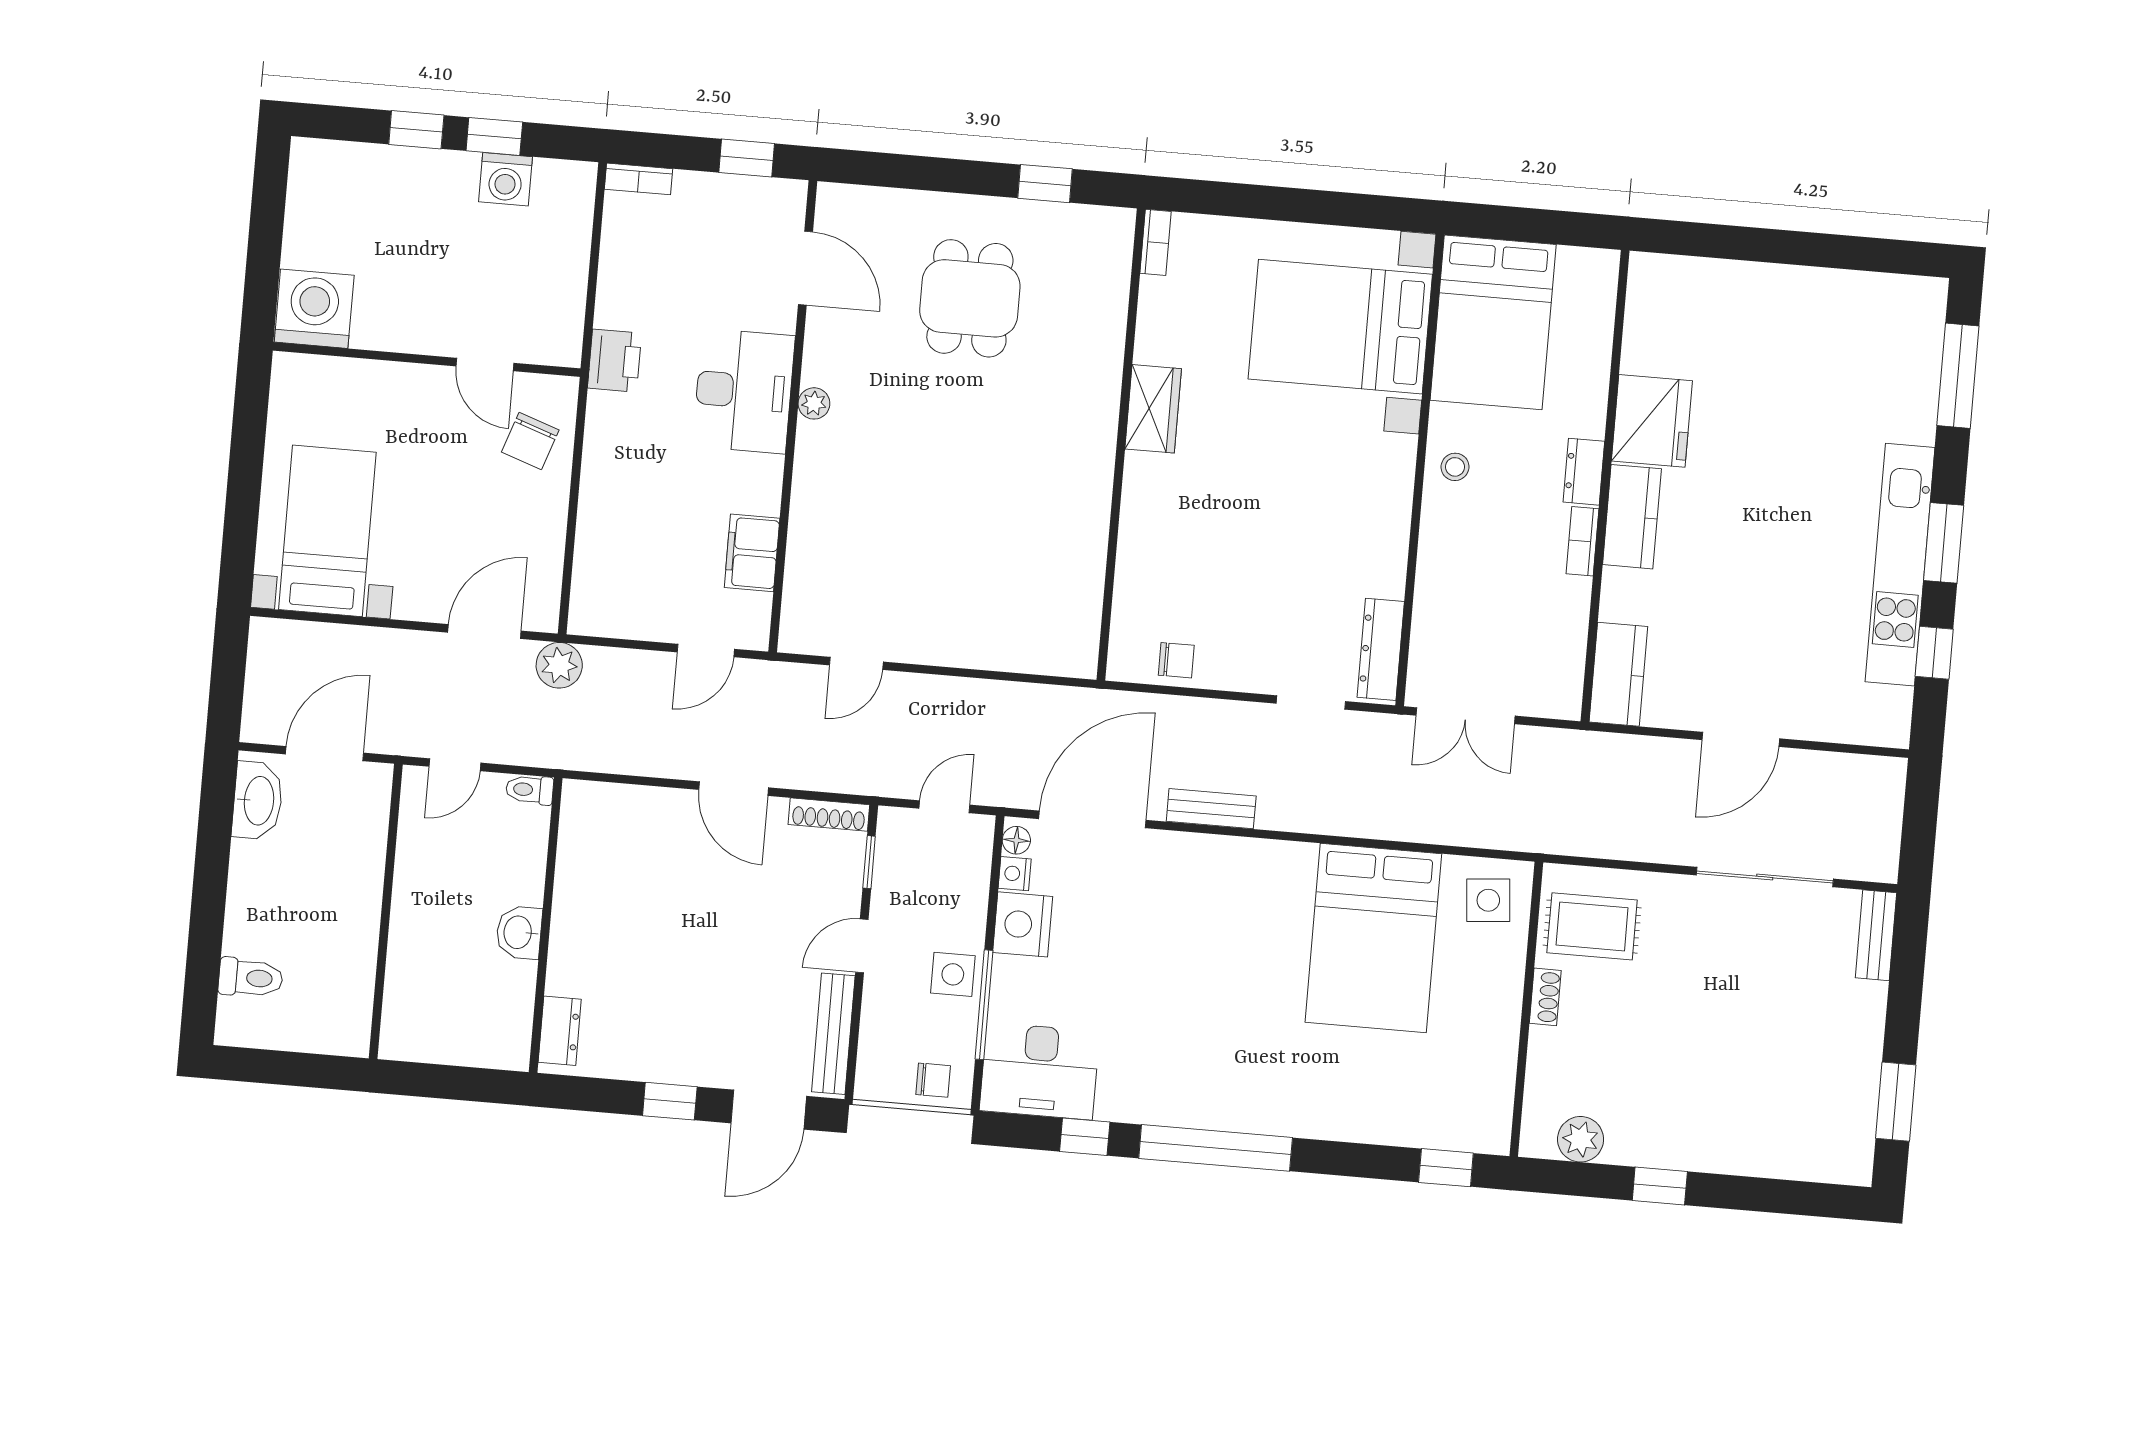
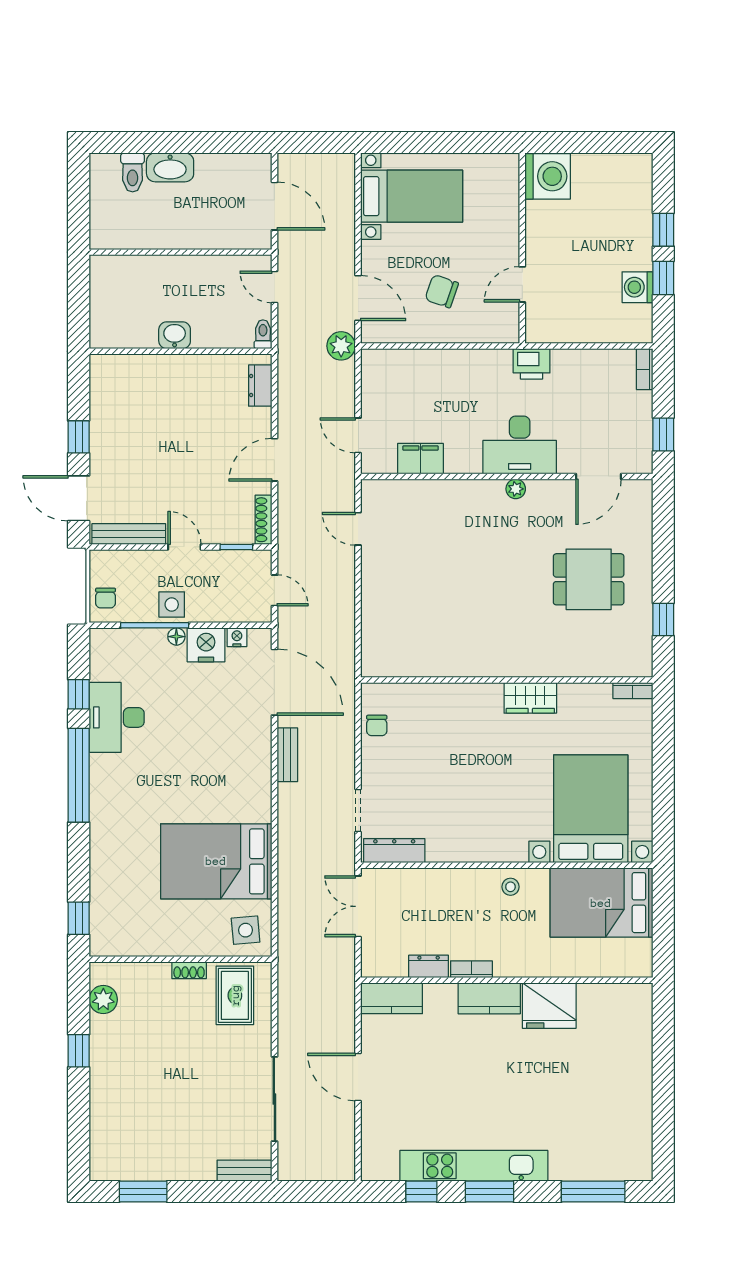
chair: (530, 441) -> (442, 291), moved
dresser: (1584, 472) -> (429, 966), moved
washbasin: (258, 801) -> (170, 167), moved
floor lamp: (1016, 840) -> (176, 637), moved
dresser: (560, 1031) -> (260, 386), moved, turned 90
desk: (1039, 1071) -> (117, 717), moved

